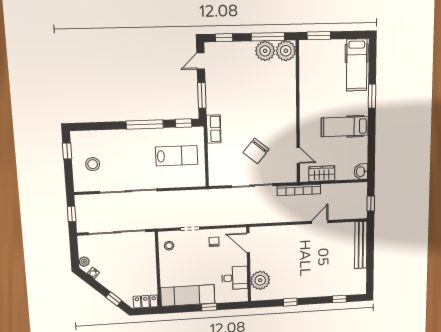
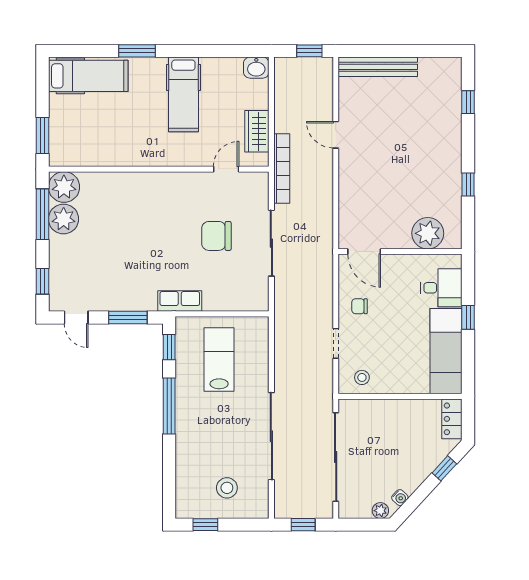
chair: (256, 151) -> (216, 236), turned 140
door: (248, 243) -> (364, 252), hinge flipped
desk: (235, 278) -> (441, 288), moved, turned 90

